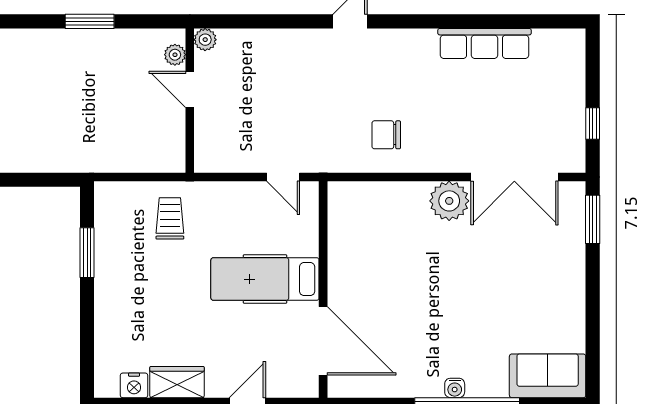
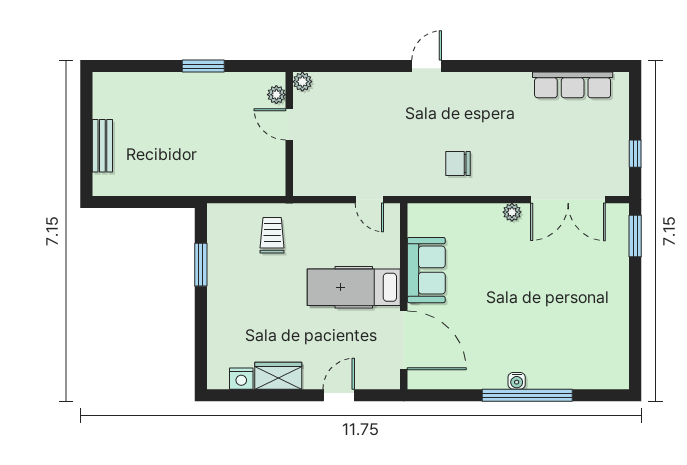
row of seats: (484, 43) -> (573, 85), moved
plant: (449, 201) -> (512, 212), width x0.53, depth x0.53
sofa: (548, 376) -> (426, 270), moved, turned 90

